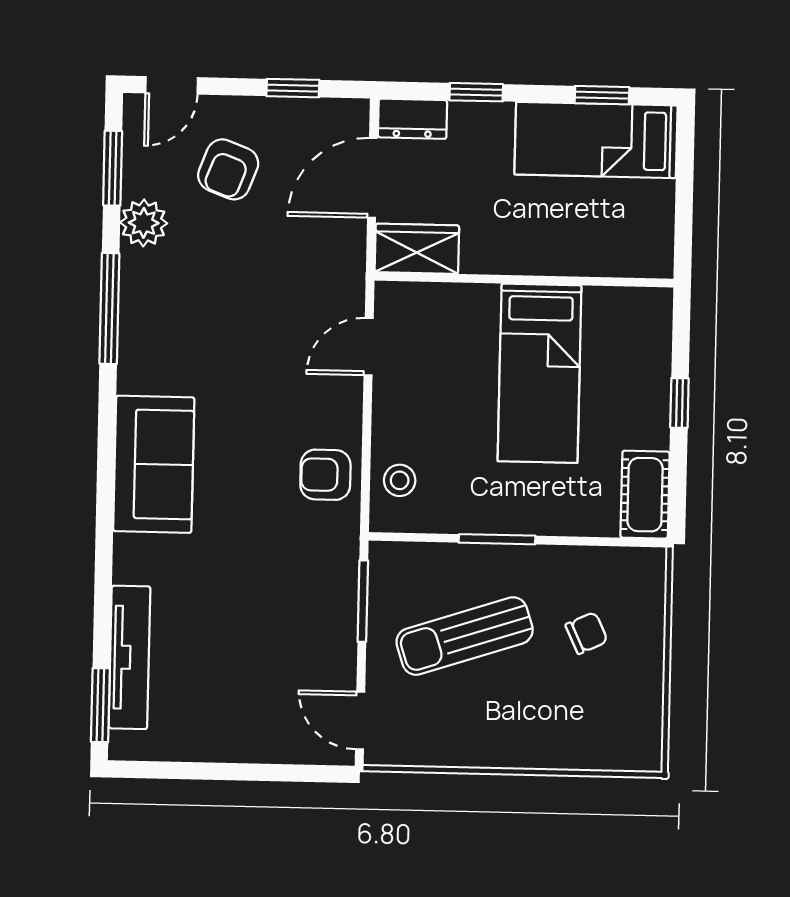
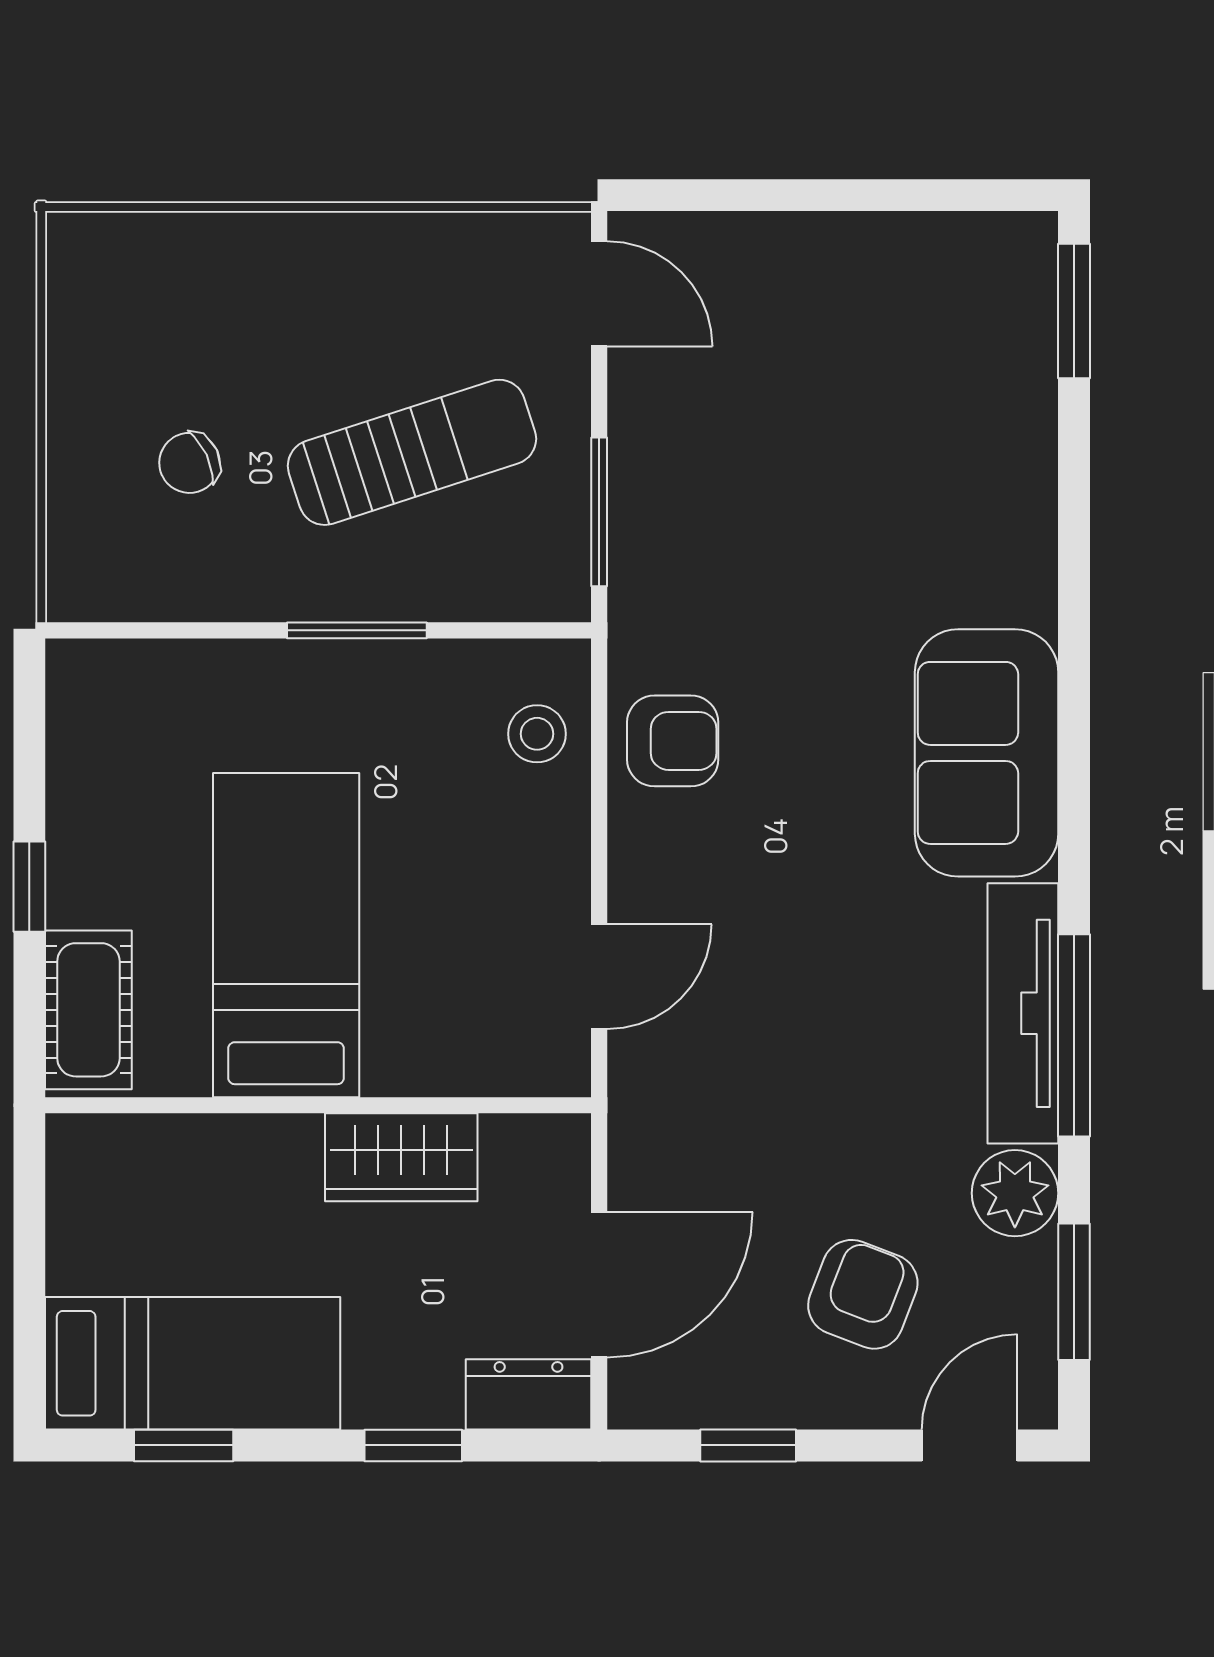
wardrobe: (417, 249) -> (401, 1157), moved
cot: (645, 495) -> (88, 1010), moved
tv unit: (129, 657) -> (1023, 1013), moved

